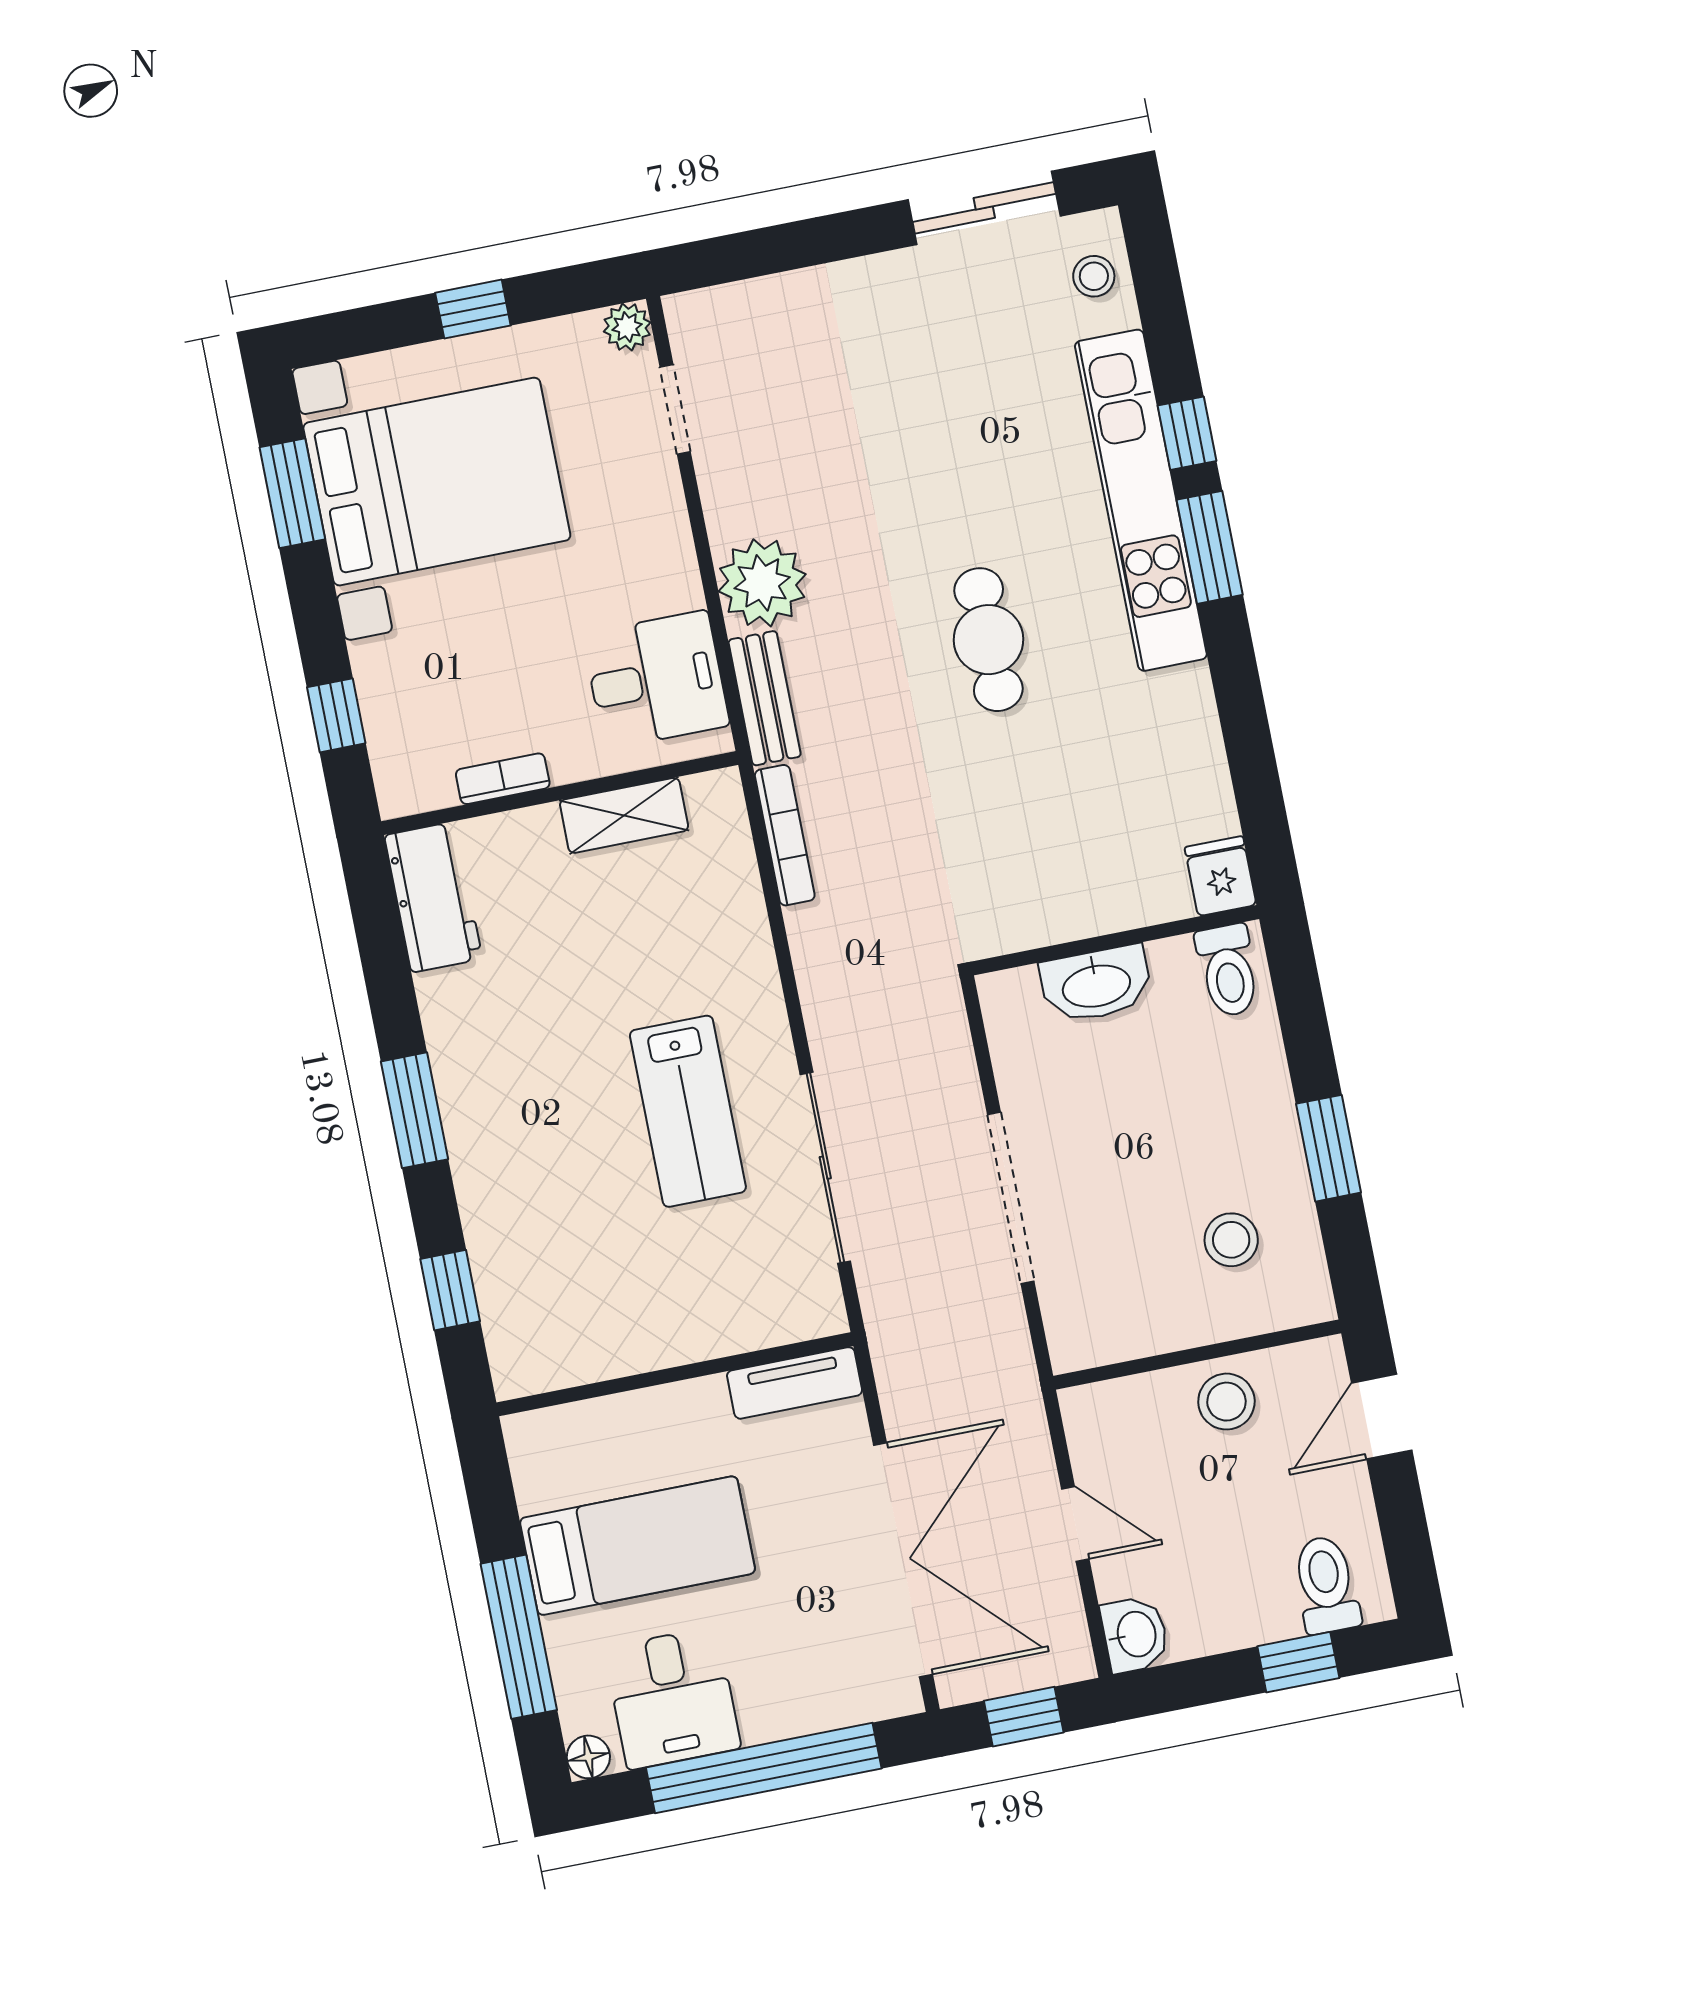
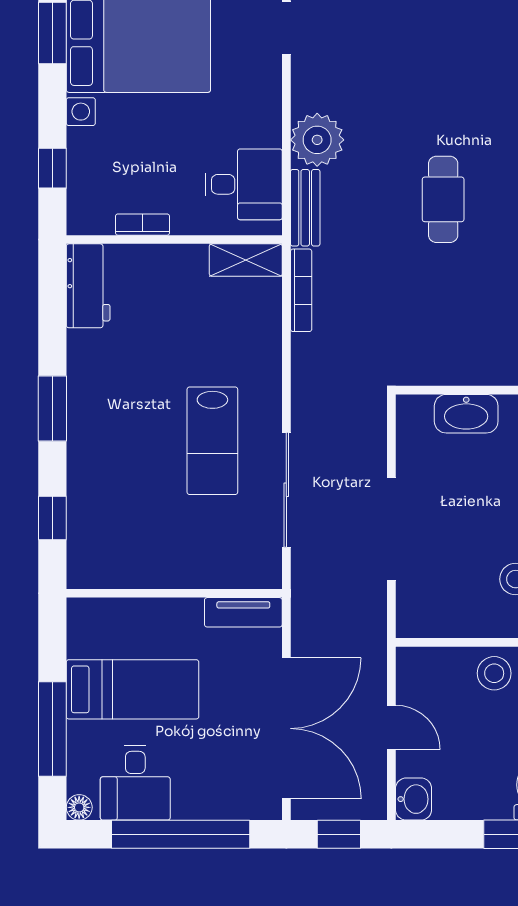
shelving: (624, 815) -> (246, 260), moved

